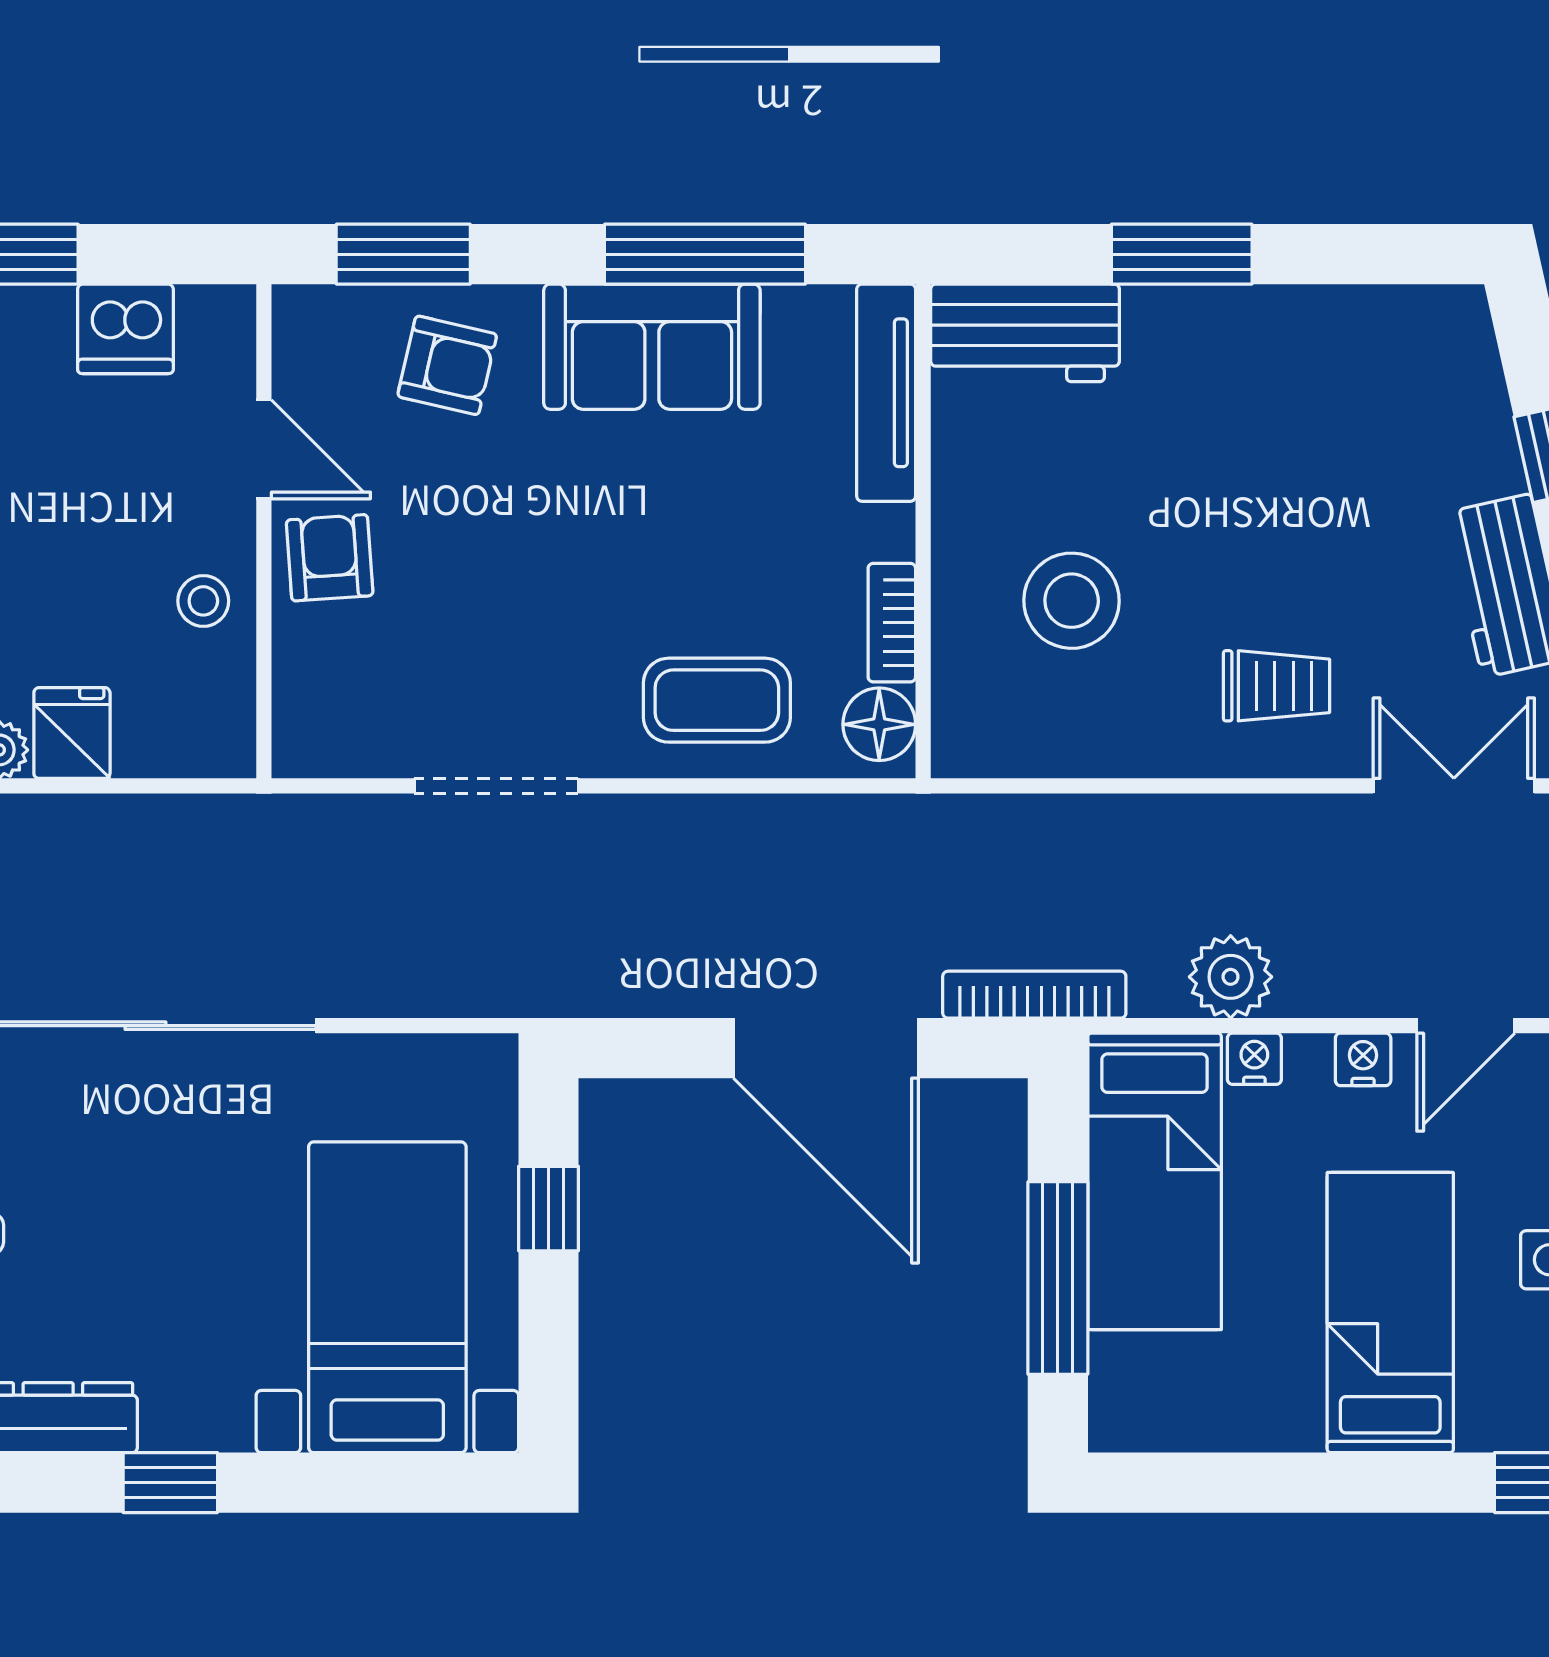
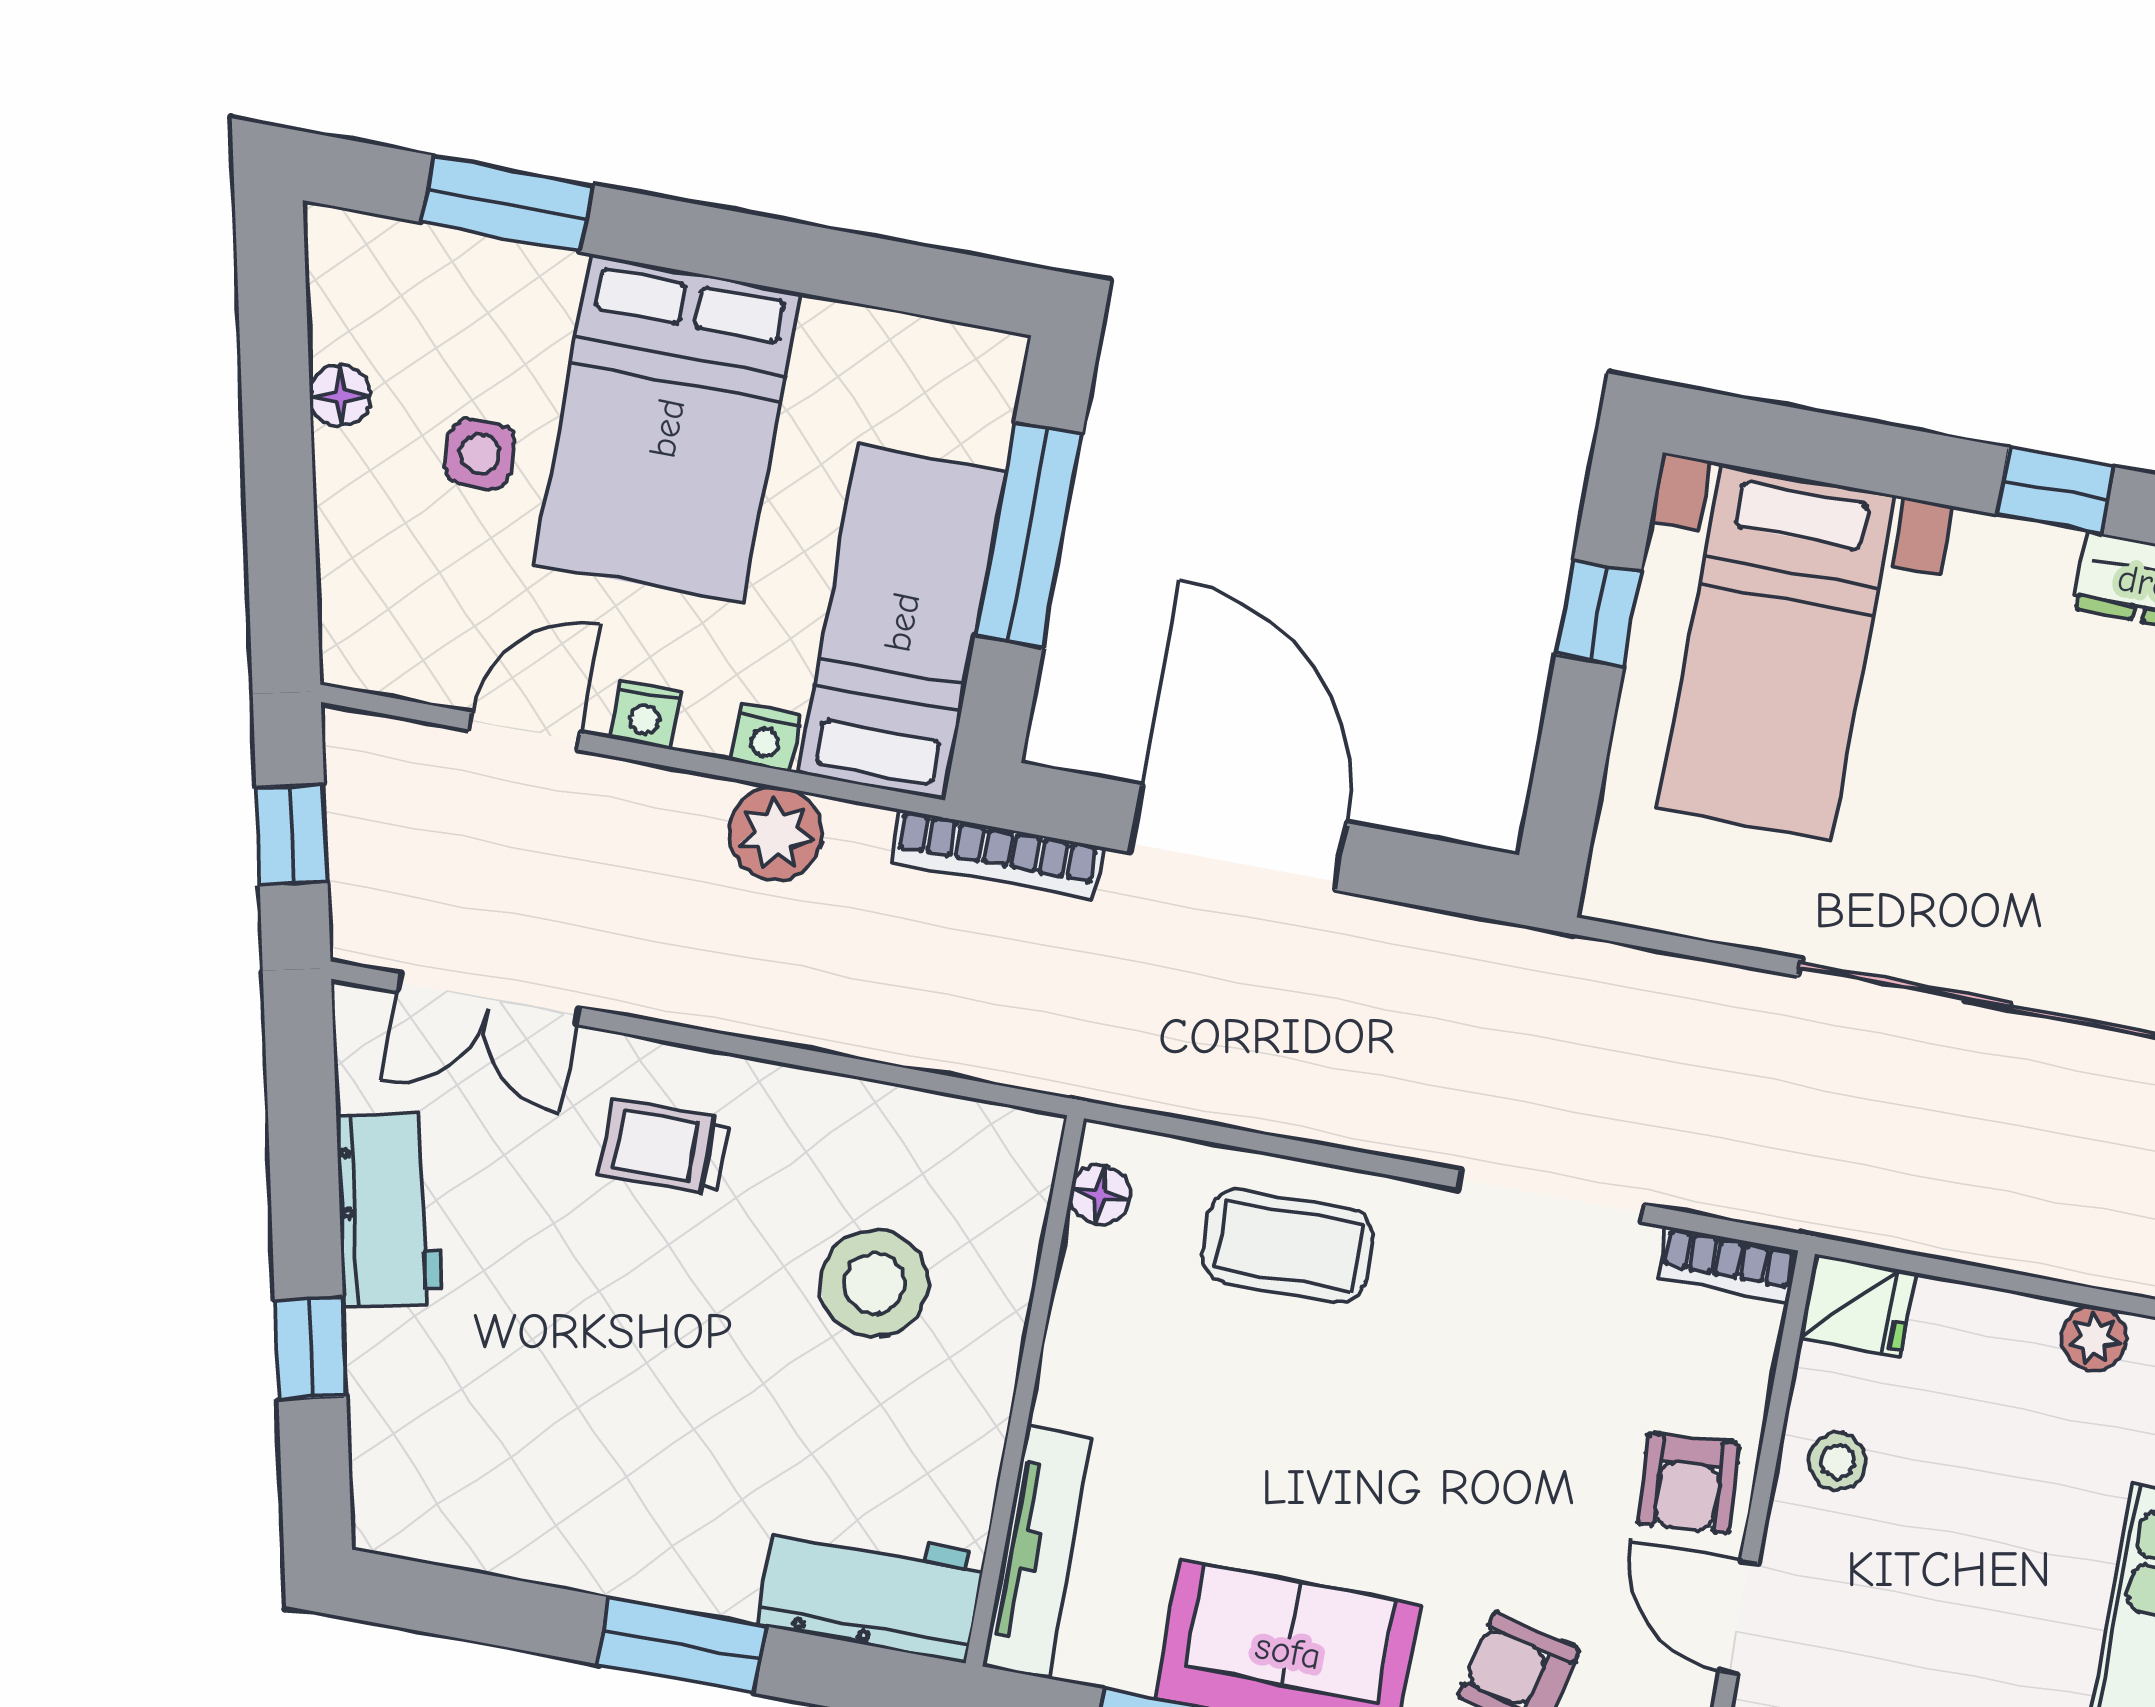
bookcase: (892, 623) -> (1728, 1265), moved, turned 90
floor lamp: (879, 724) -> (1100, 1195), width x0.73, depth x0.73
fridge: (72, 733) -> (1857, 1305), moved, turned -90
window: (549, 1209) -> (1598, 613), moved
bed: (1390, 1312) -> (667, 428), width x1.50

